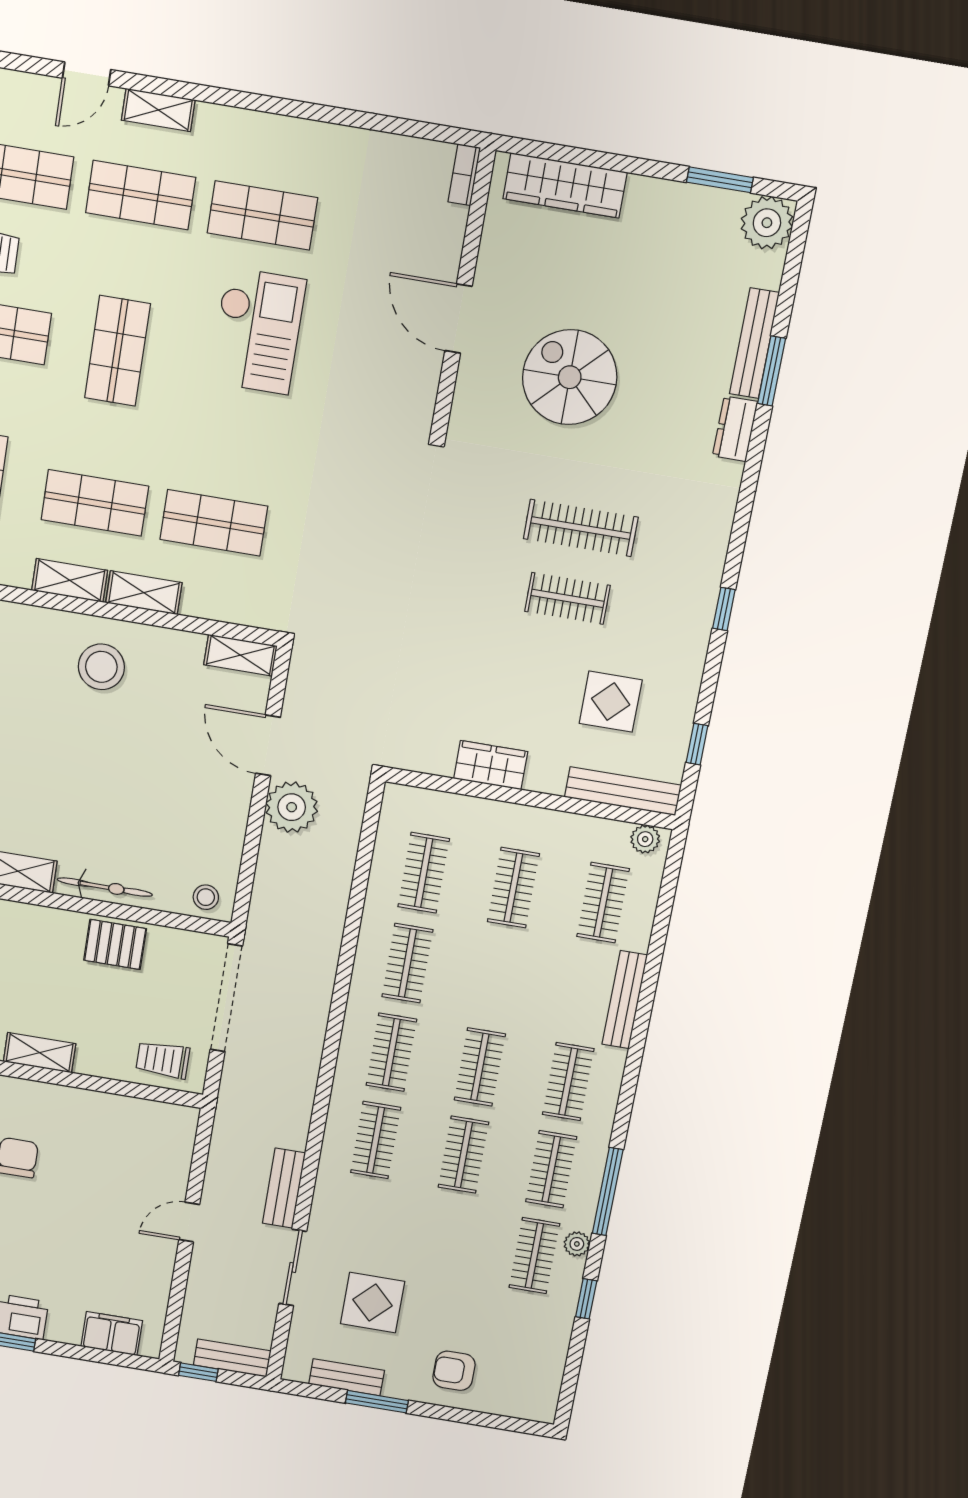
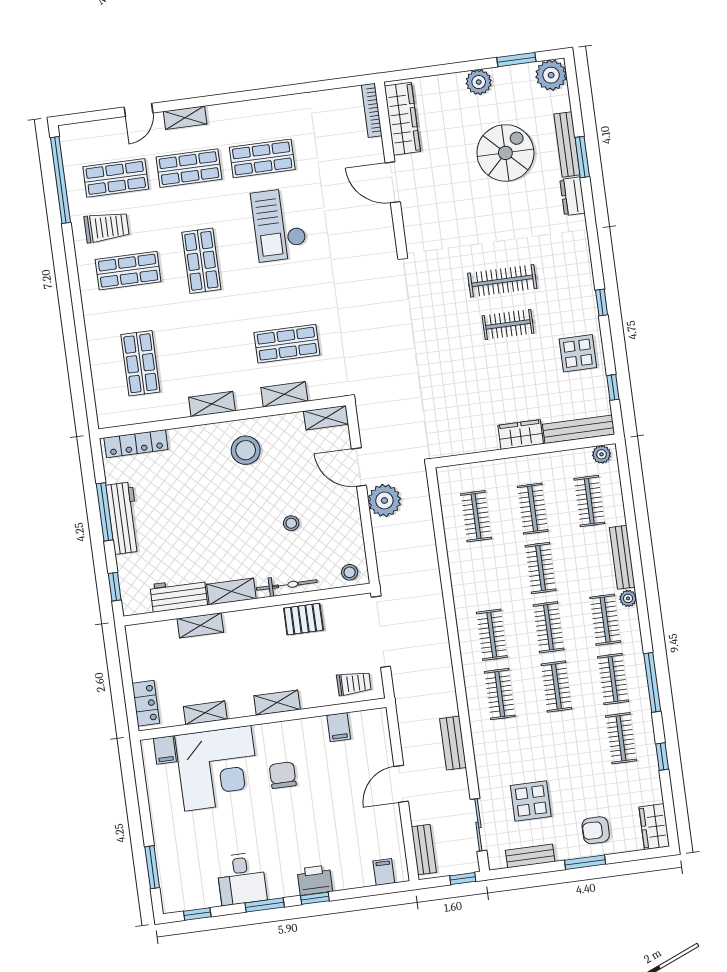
bookcase: (464, 175) -> (372, 110), width x1.56
wardrobe: (565, 185) -> (402, 119), moved, turned -90
plant: (647, 198) -> (479, 82), added
checkout: (257, 331) -> (279, 225), turned 180
spiral stairs: (570, 377) -> (505, 153), moved, turned 90
shop shelf: (95, 503) -> (214, 353), removed
shelving: (144, 593) -> (284, 394), moved
display table: (611, 702) -> (578, 353), moved
wardrobe: (491, 765) -> (521, 435), moved
stool: (139, 798) -> (291, 523), added
clothes rail: (407, 963) -> (541, 568), moved
trolley: (163, 1060) -> (354, 683), turned 180
filing cabinet: (121, 1115) -> (339, 727), added
door: (189, 1222) -> (401, 784), width x1.38
plant: (577, 1244) -> (628, 598), moved
sliding door: (293, 1267) -> (478, 825), moved
filing cabinet: (112, 1333) -> (384, 872), width x0.50
bench: (232, 1358) -> (424, 850), moved, turned 90
window: (198, 1372) -> (463, 879), moved
wardrobe: (541, 1391) -> (654, 827), added
window: (377, 1402) -> (585, 862), moved

